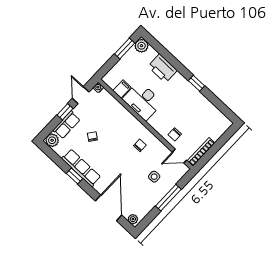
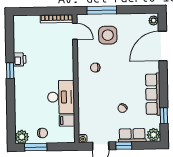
printer: (163, 68) -> (20, 59), moved, width x0.53, depth x0.68
chair: (175, 134) -> (42, 133), moved
window: (75, 176) -> (164, 116), moved
side table: (154, 177) -> (108, 35), width x1.87, depth x1.87
window: (168, 198) -> (102, 10), moved

